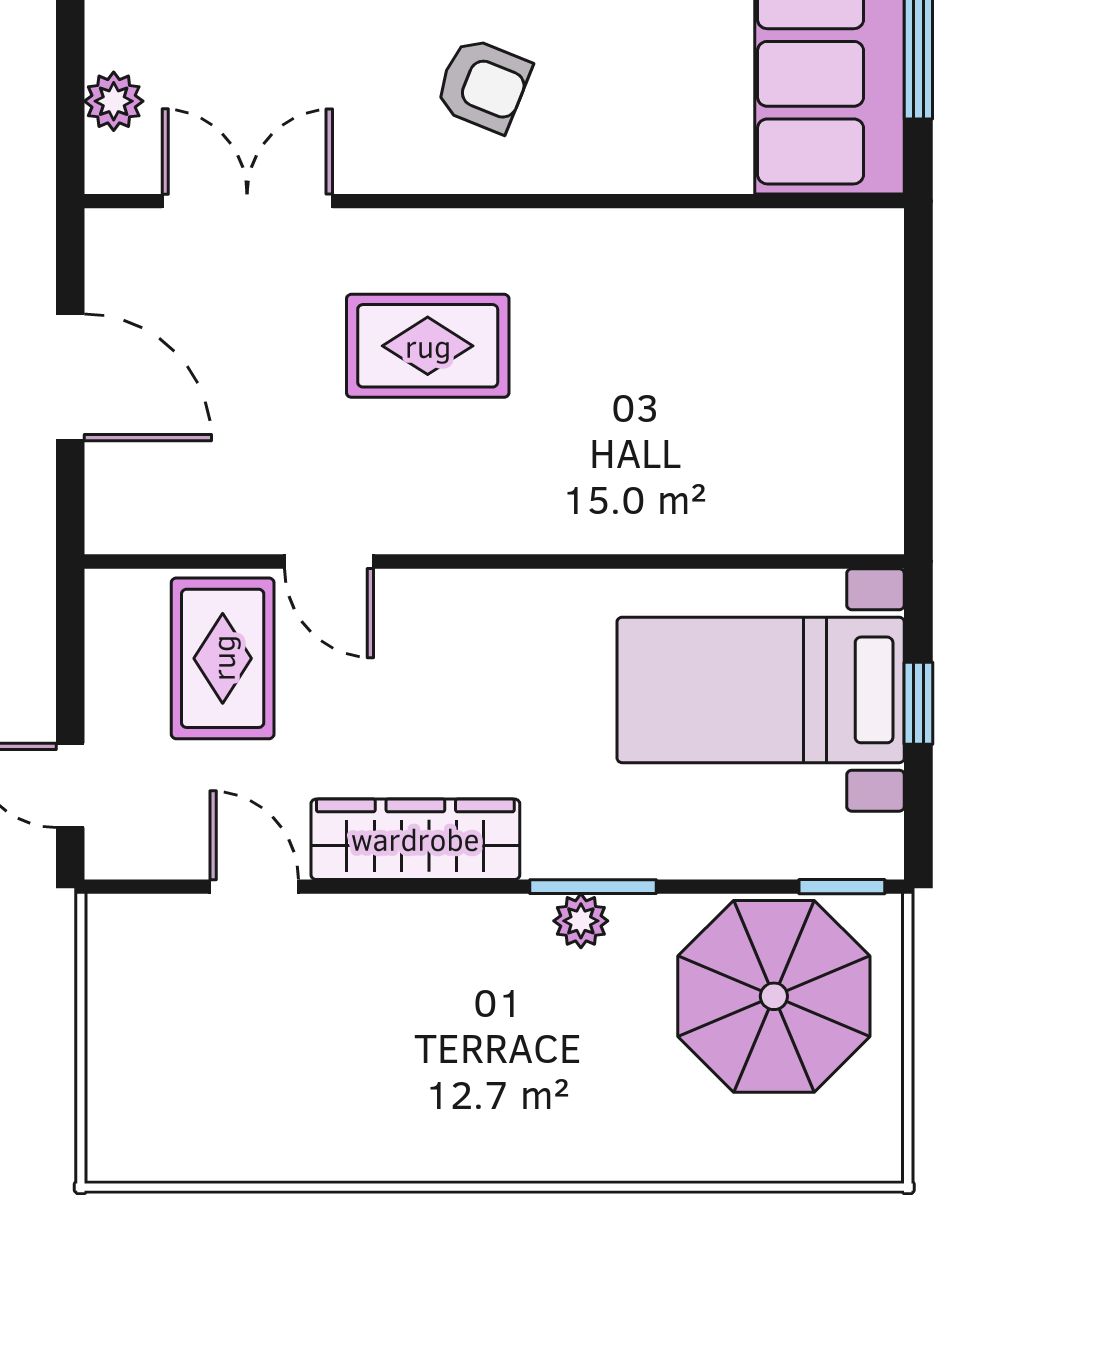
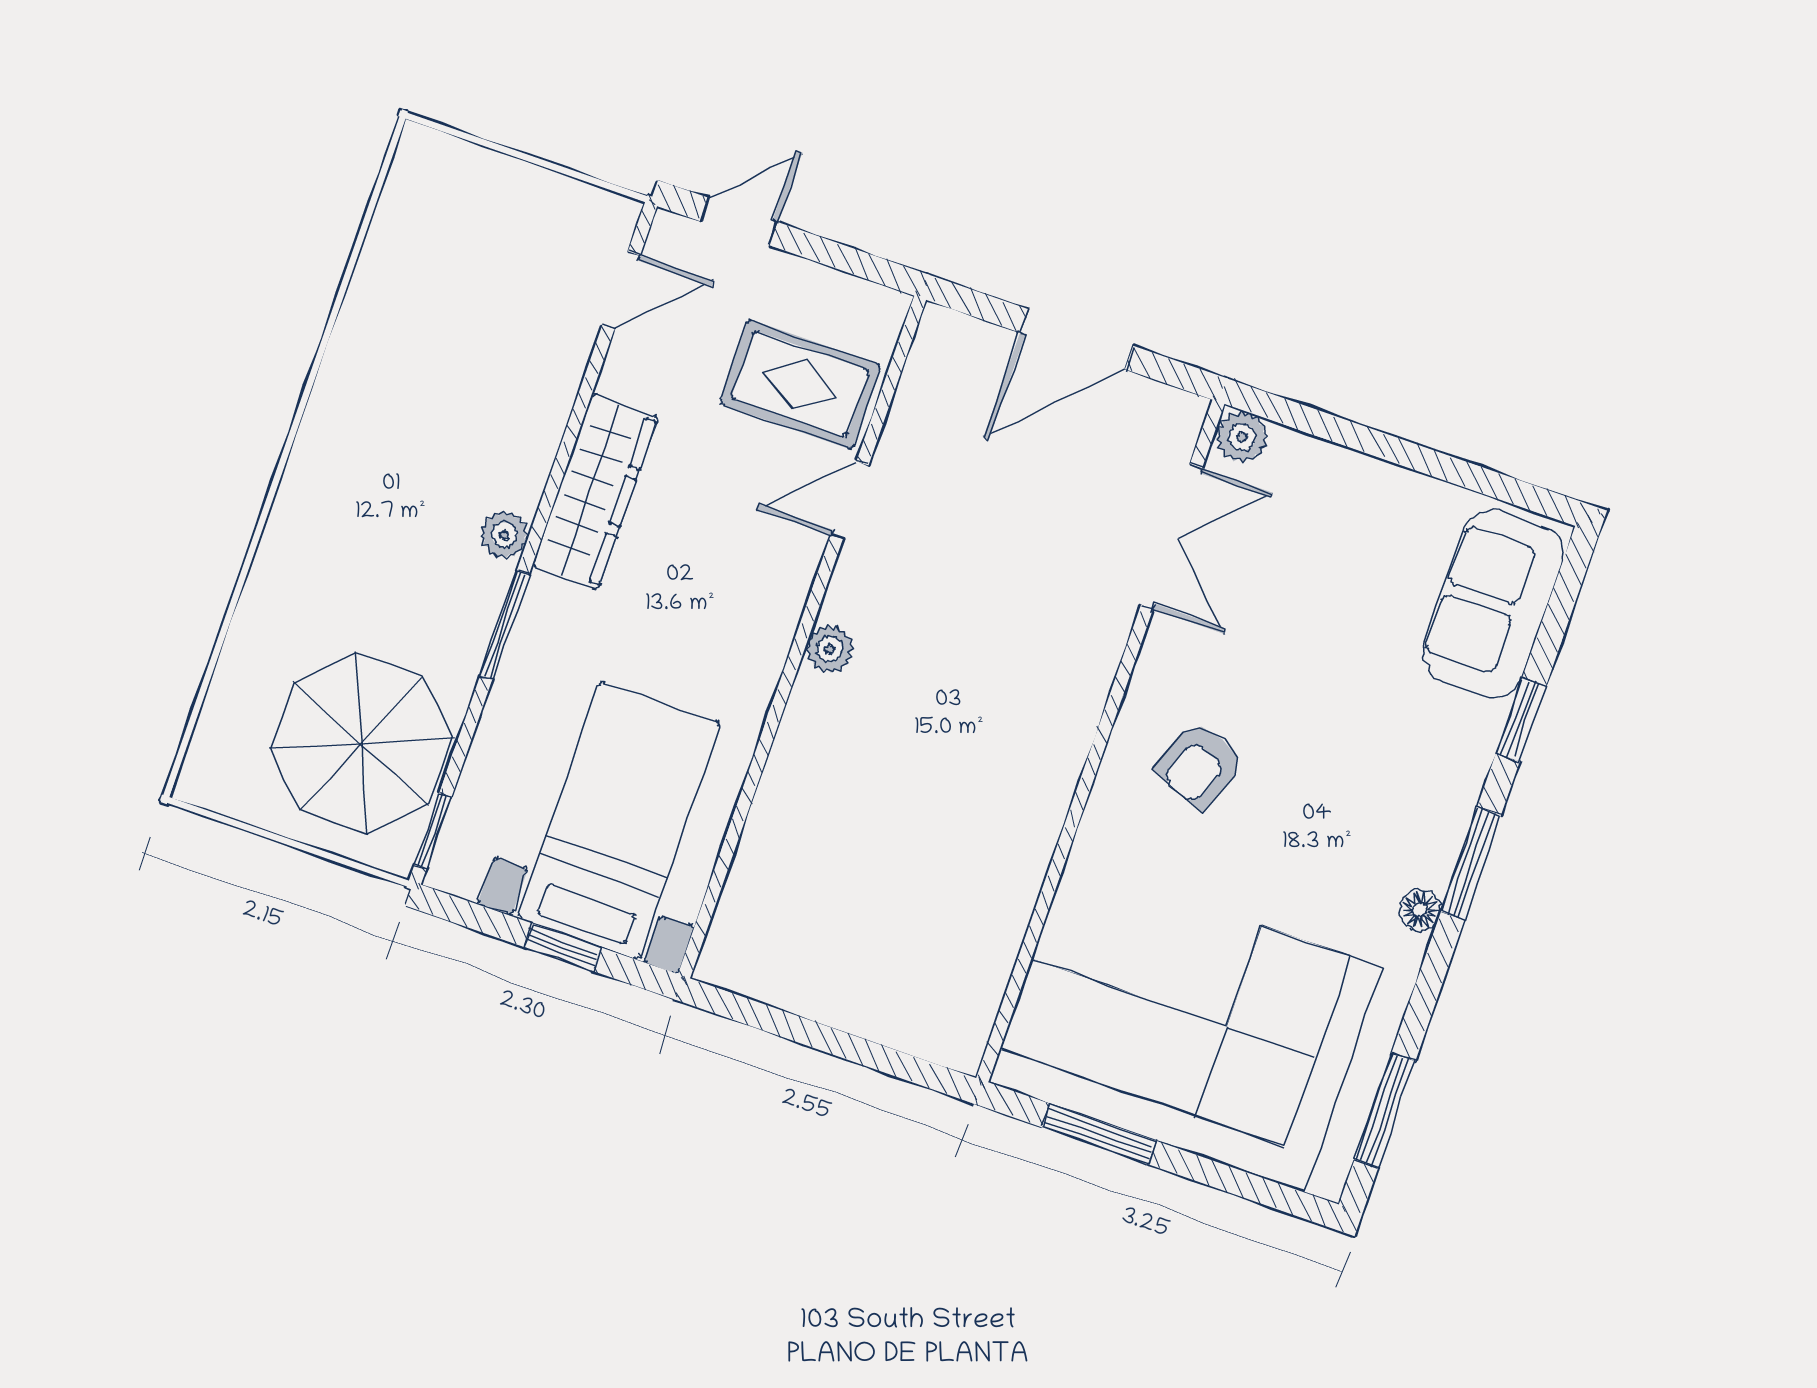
plant: (114, 101) -> (1242, 437), moved
rug: (428, 346) -> (1000, 644), removed
plant: (497, 527) -> (830, 649), added
door: (254, 887) -> (621, 290), moved
plant: (581, 921) -> (504, 535), moved

